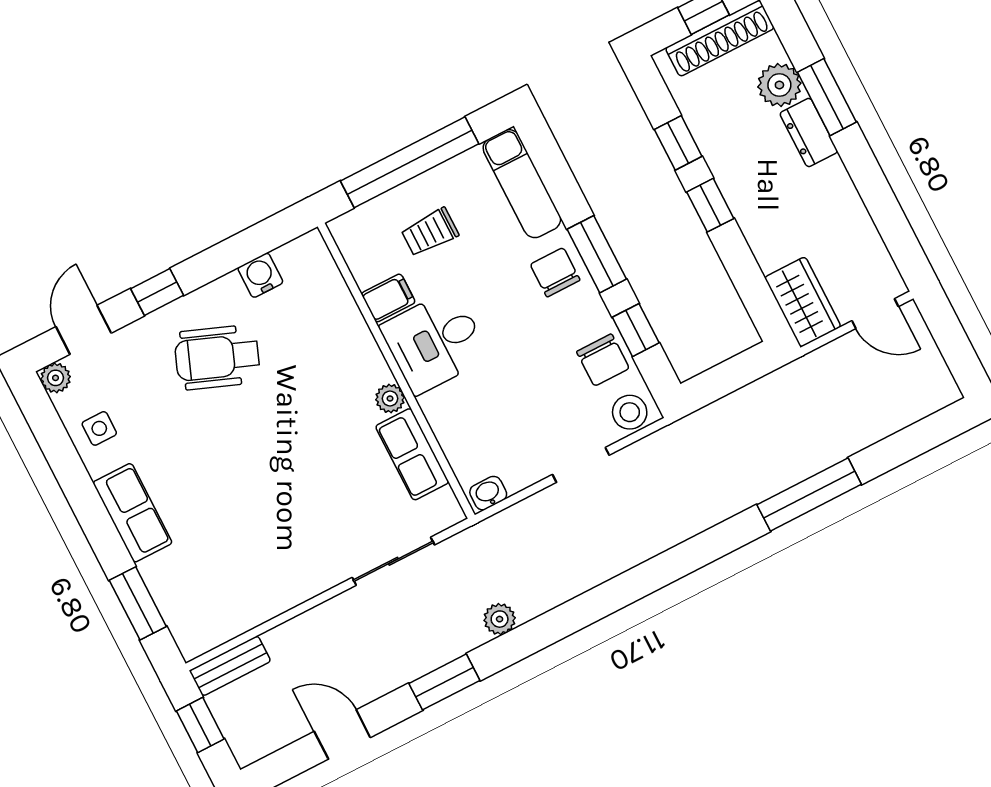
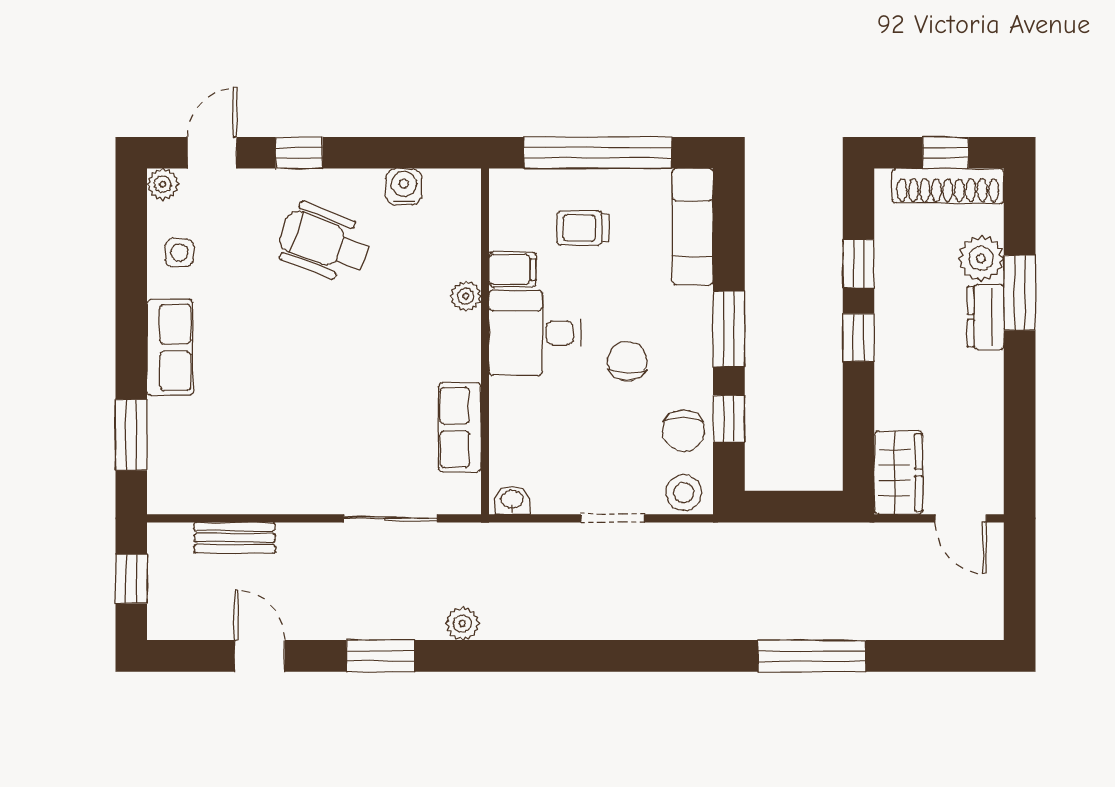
chair: (555, 272) -> (627, 361), moved
plant: (390, 398) -> (466, 296), moved
bench: (230, 666) -> (235, 538), moved

